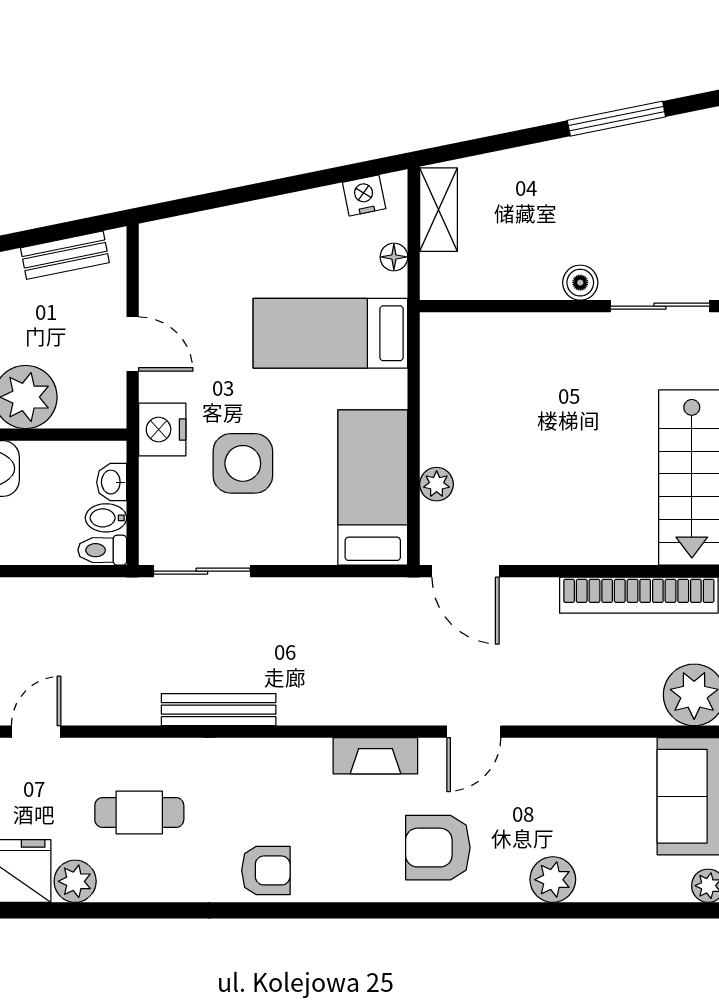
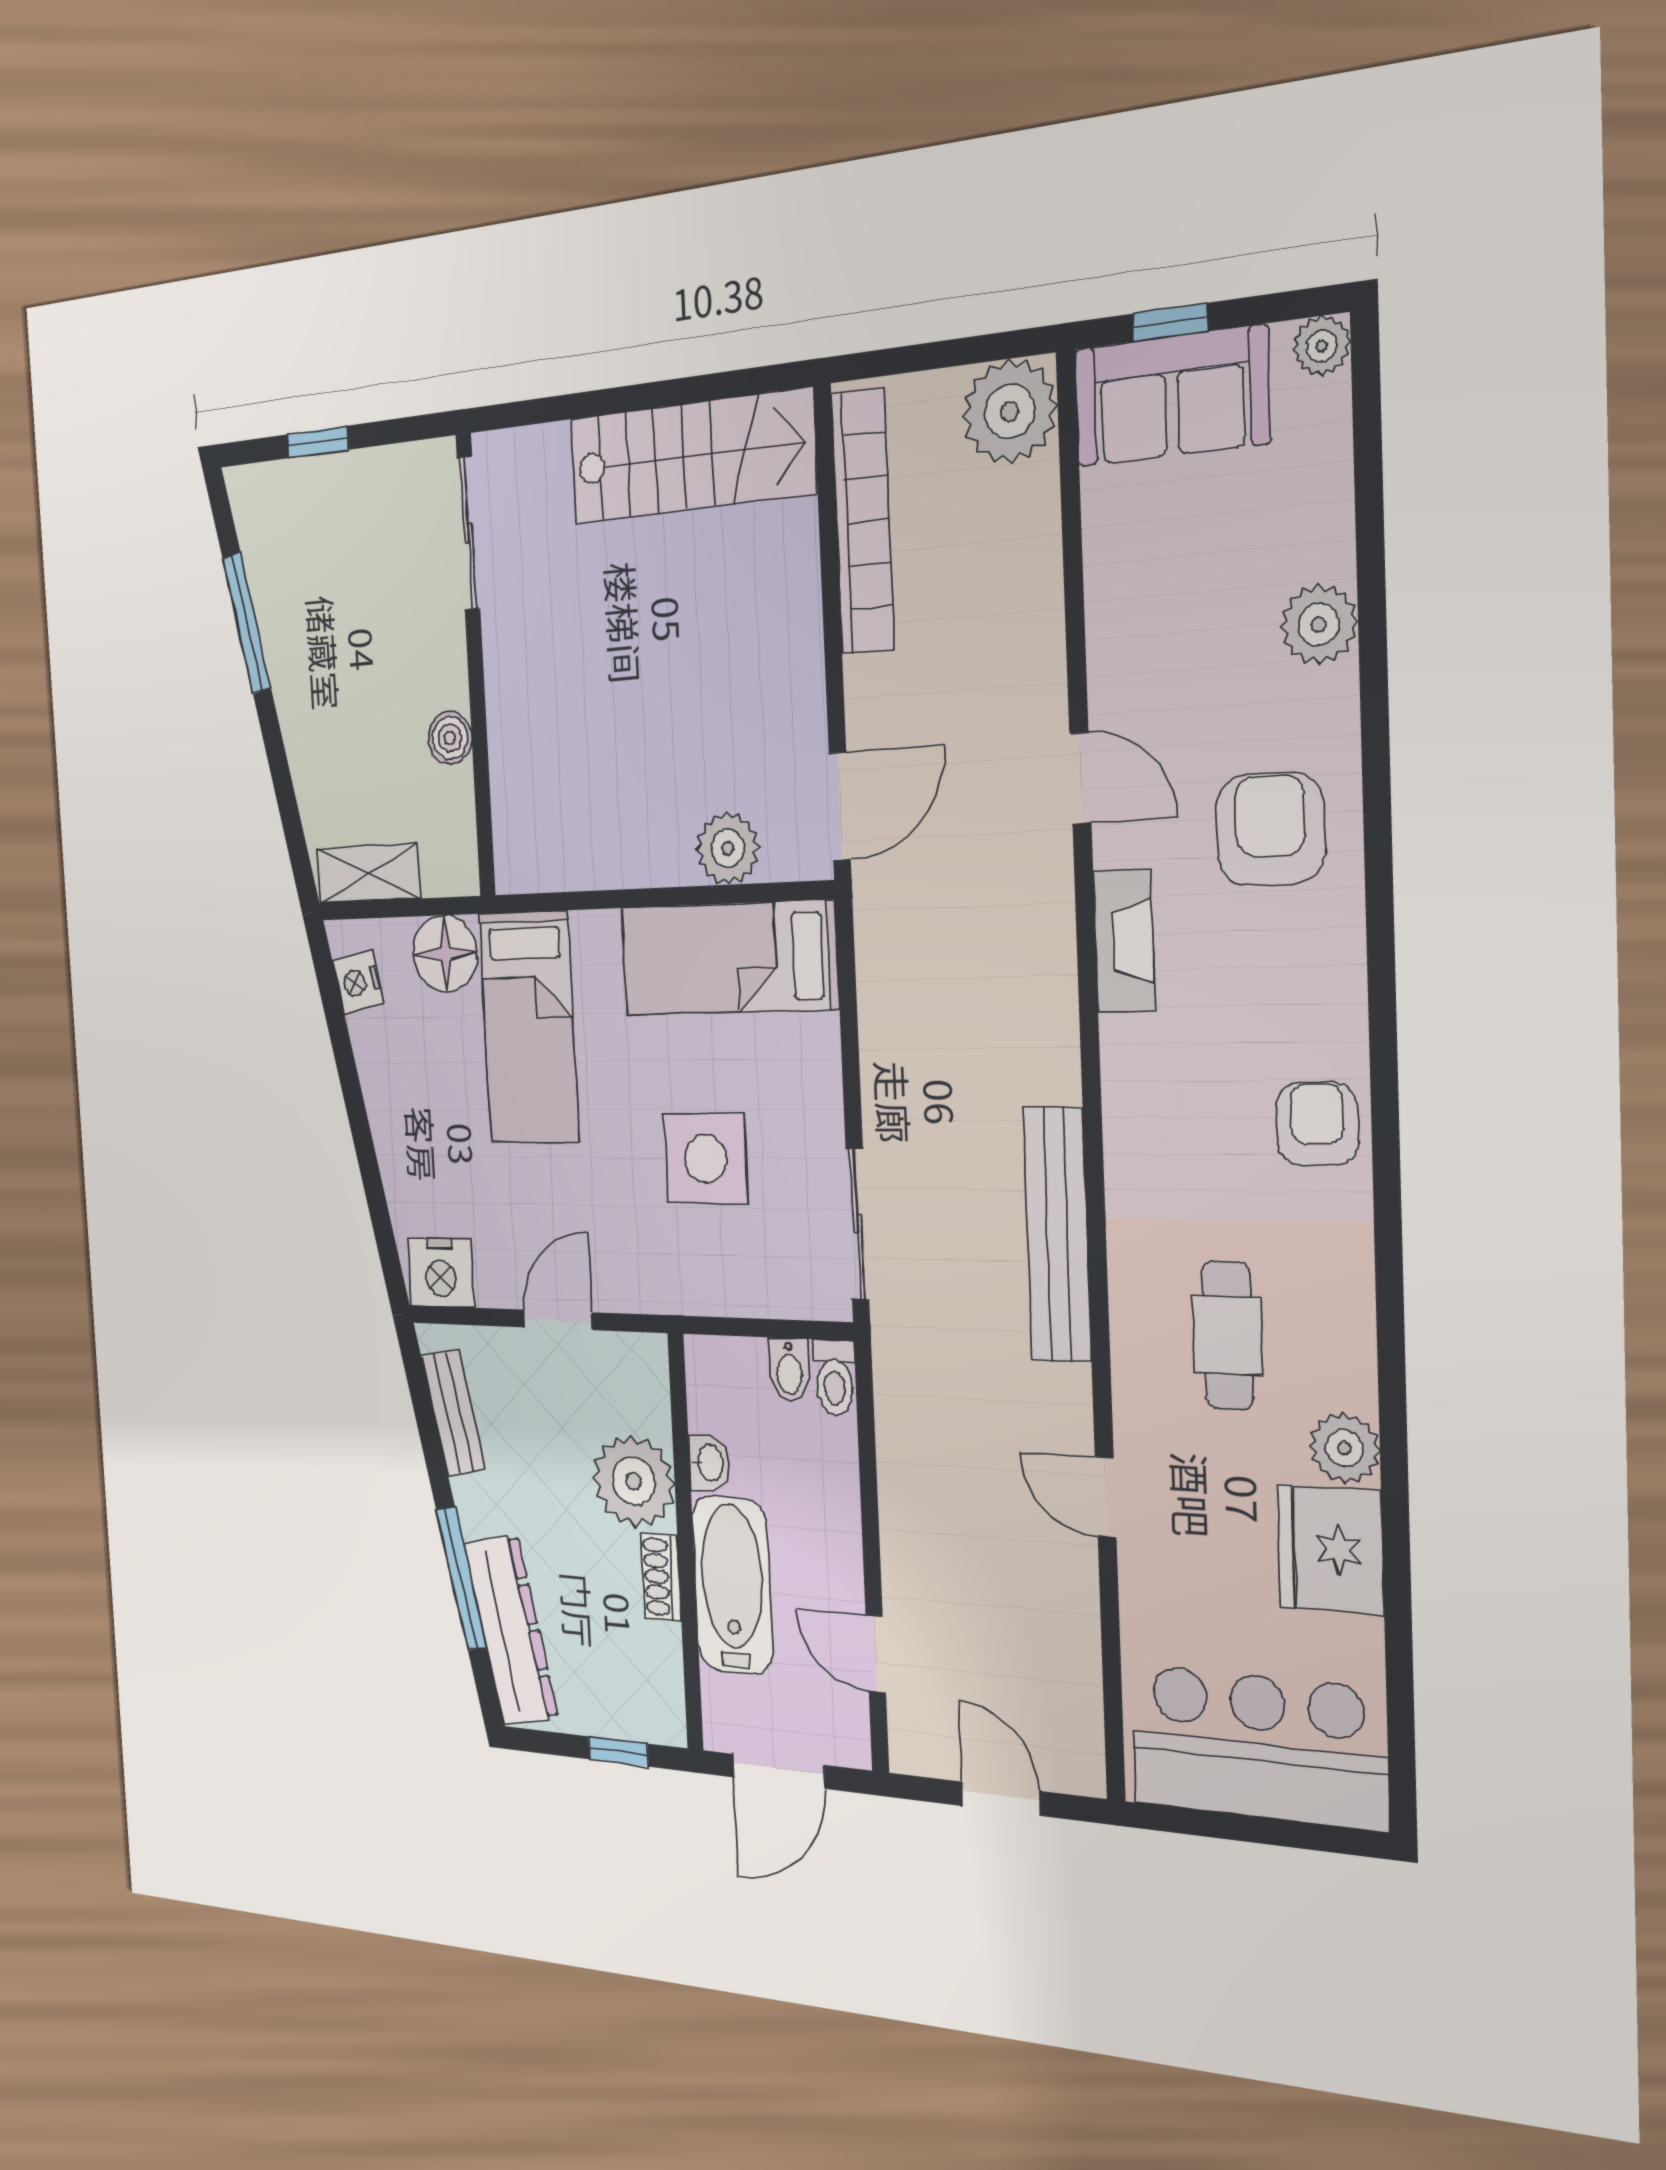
floor lamp: (394, 257) -> (445, 954), width x1.89, depth x1.89
boiler: (580, 283) -> (450, 738), moved
nightstand: (162, 429) -> (441, 1273), moved
washbasin: (112, 482) -> (709, 1463), moved, turned -90
plant: (437, 484) -> (728, 849), width x1.38, depth x1.38
bench: (219, 710) -> (1057, 1235), width x1.37, depth x1.21
armchair: (438, 848) -> (1270, 829), turned 180

